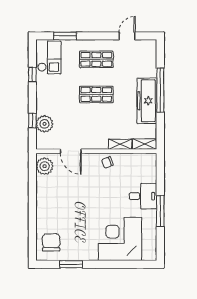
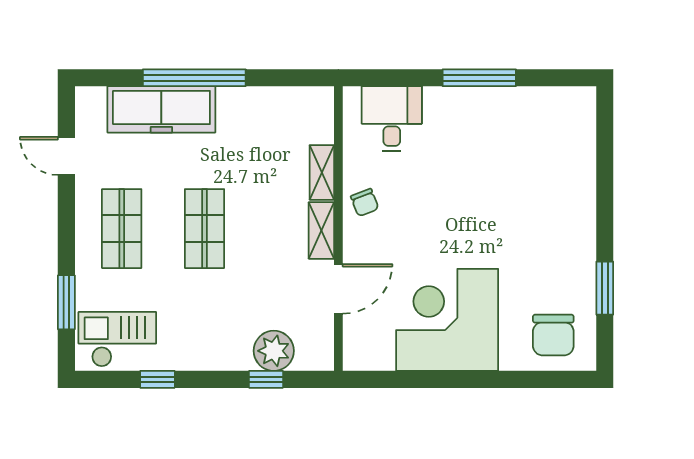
freezer: (147, 101) -> (161, 109), moved
shelving: (145, 144) -> (321, 230), moved
plant: (45, 166) -> (374, 351), removed
desk: (143, 196) -> (392, 119), moved
corner desk: (120, 239) -> (447, 320), moved, turned 90
chair: (51, 242) -> (553, 335), turned -90

